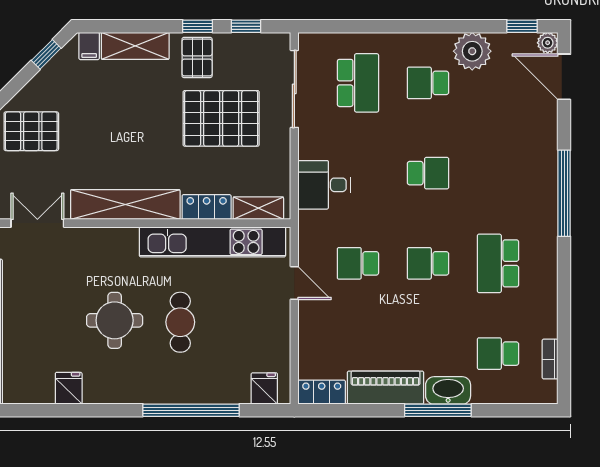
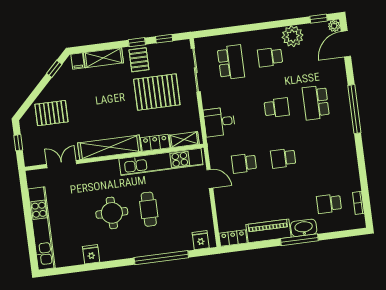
door: (564, 77) -> (346, 44), hinge flipped
school desk: (498, 263) -> (316, 103), moved

